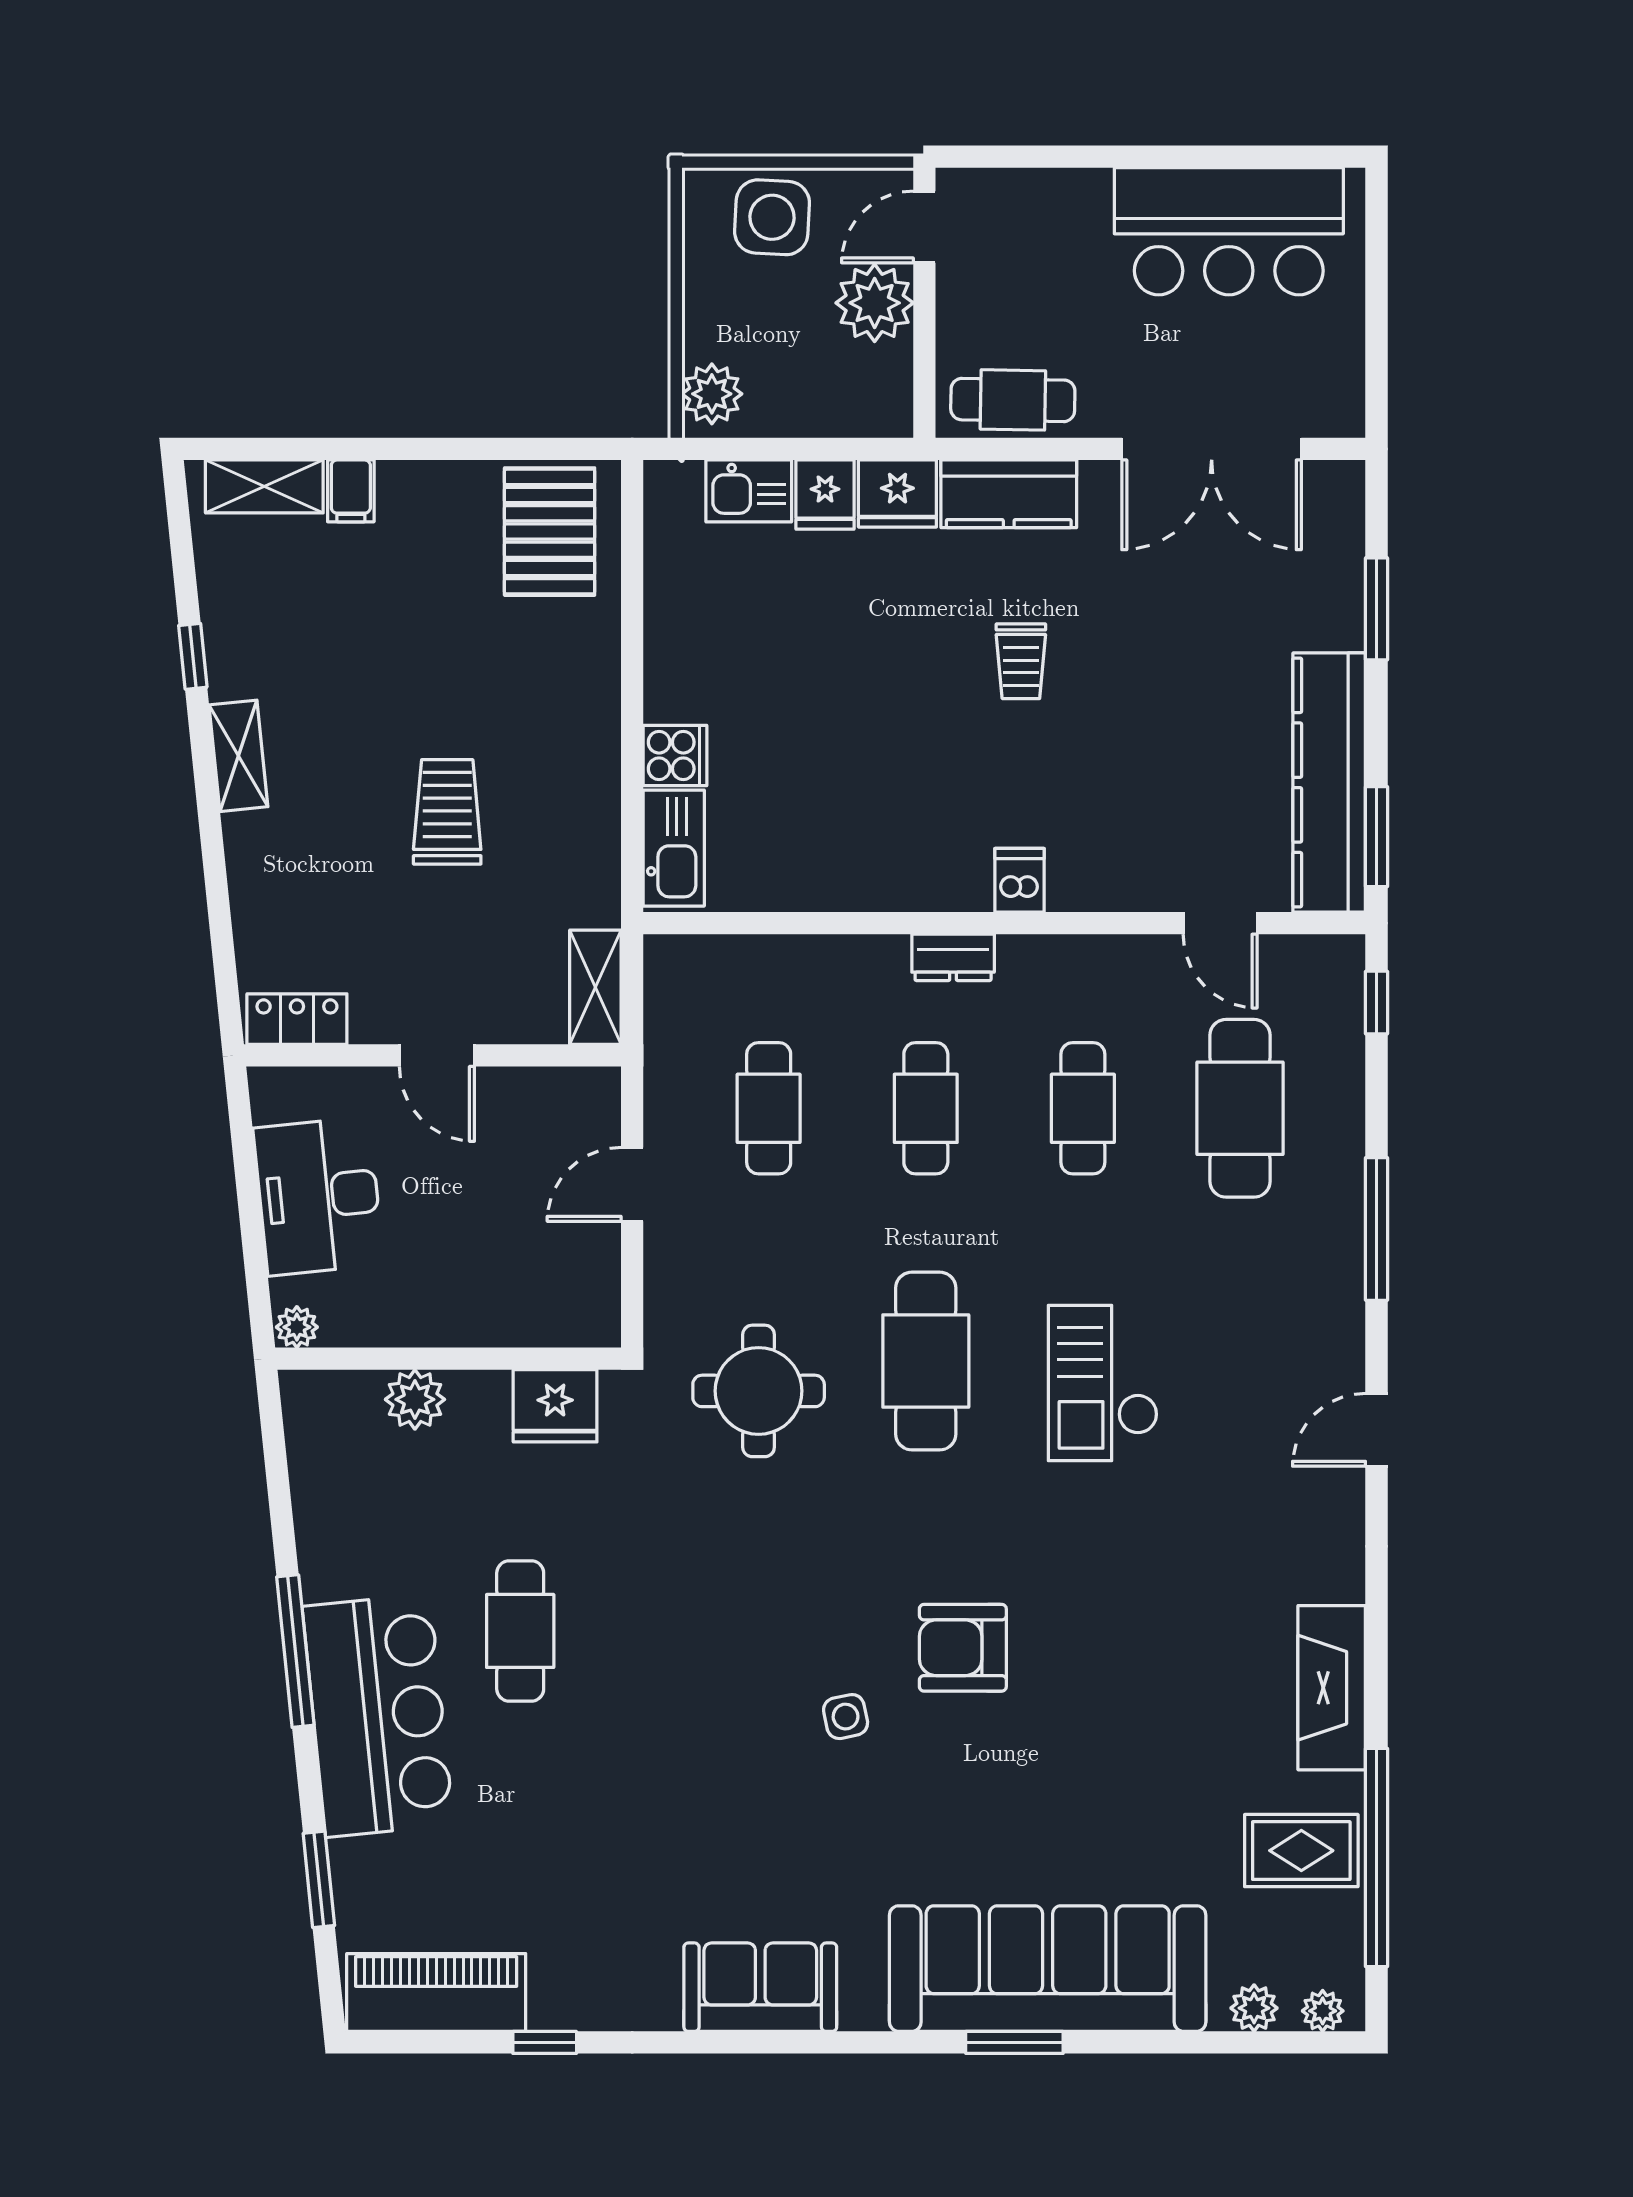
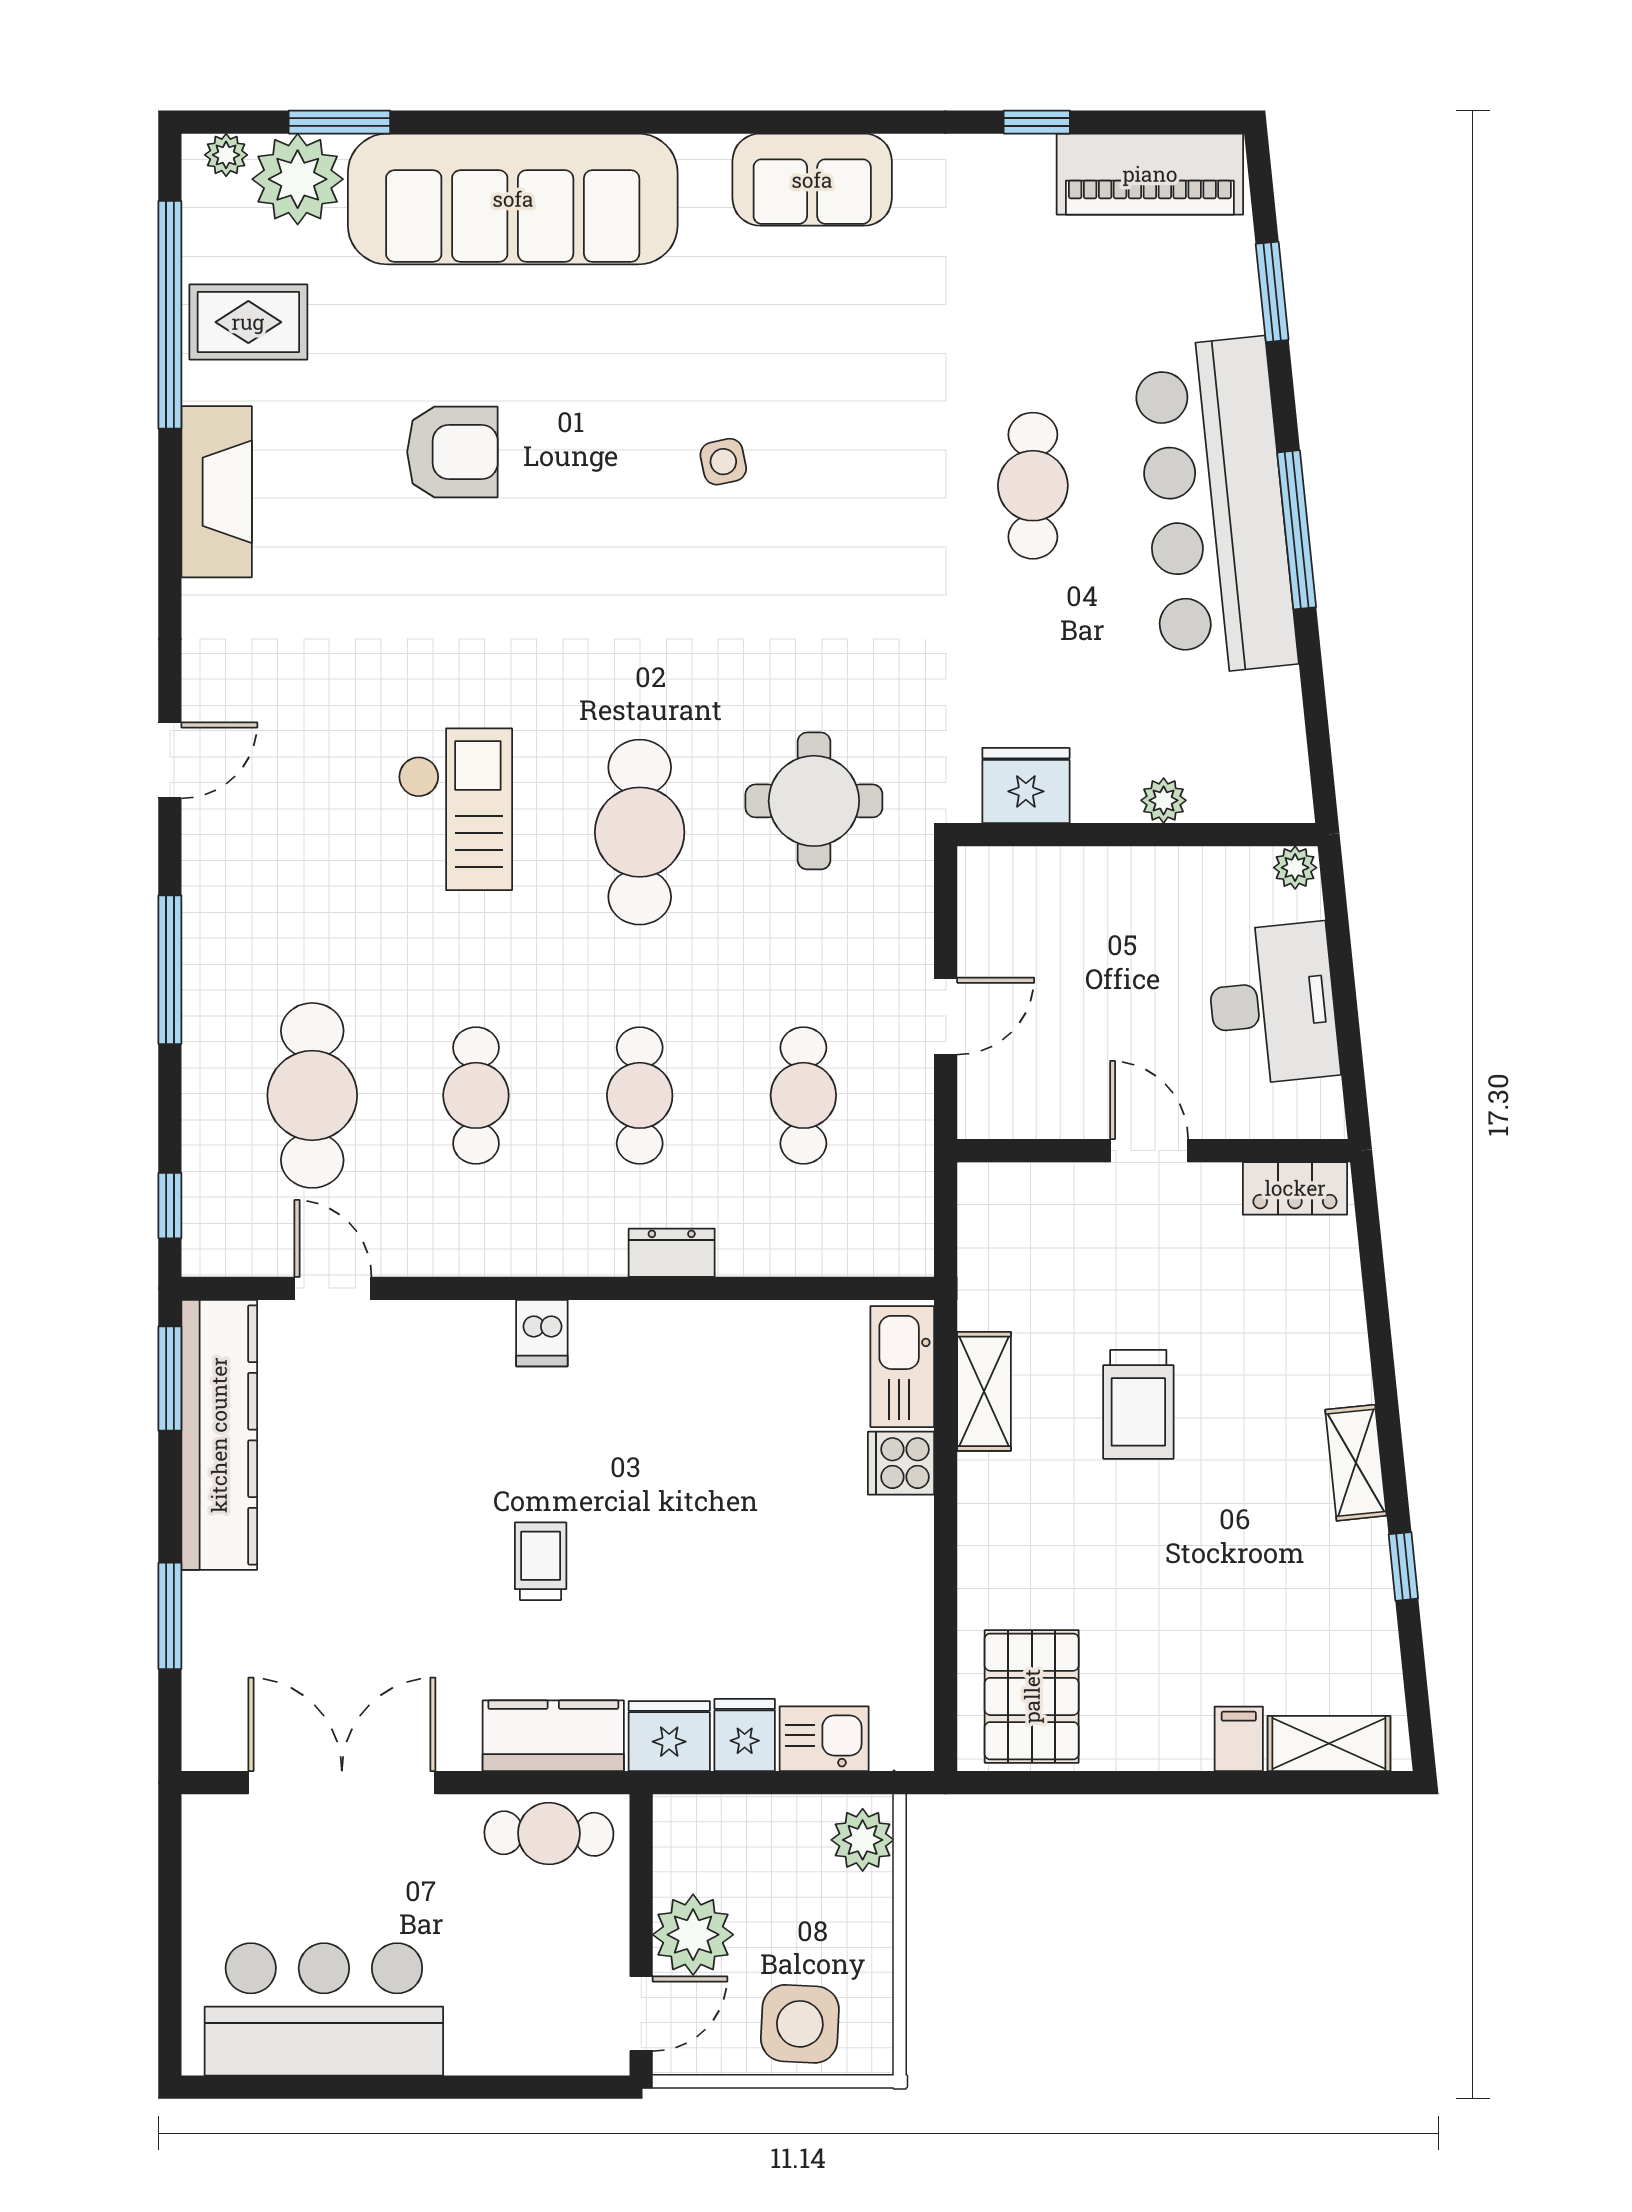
dresser: (953, 957) -> (672, 1253), moved
shelving: (595, 987) -> (984, 1391), moved
plant: (415, 1399) -> (1164, 800), width x0.73, depth x0.73
cafe table: (520, 1631) -> (1033, 486), moved
armchair: (963, 1648) -> (452, 452), moved
bar counter: (378, 1715) -> (1215, 507), width x1.36
plant: (1254, 2008) -> (298, 179), width x1.87, depth x1.87
window: (1014, 2042) -> (339, 122), moved

